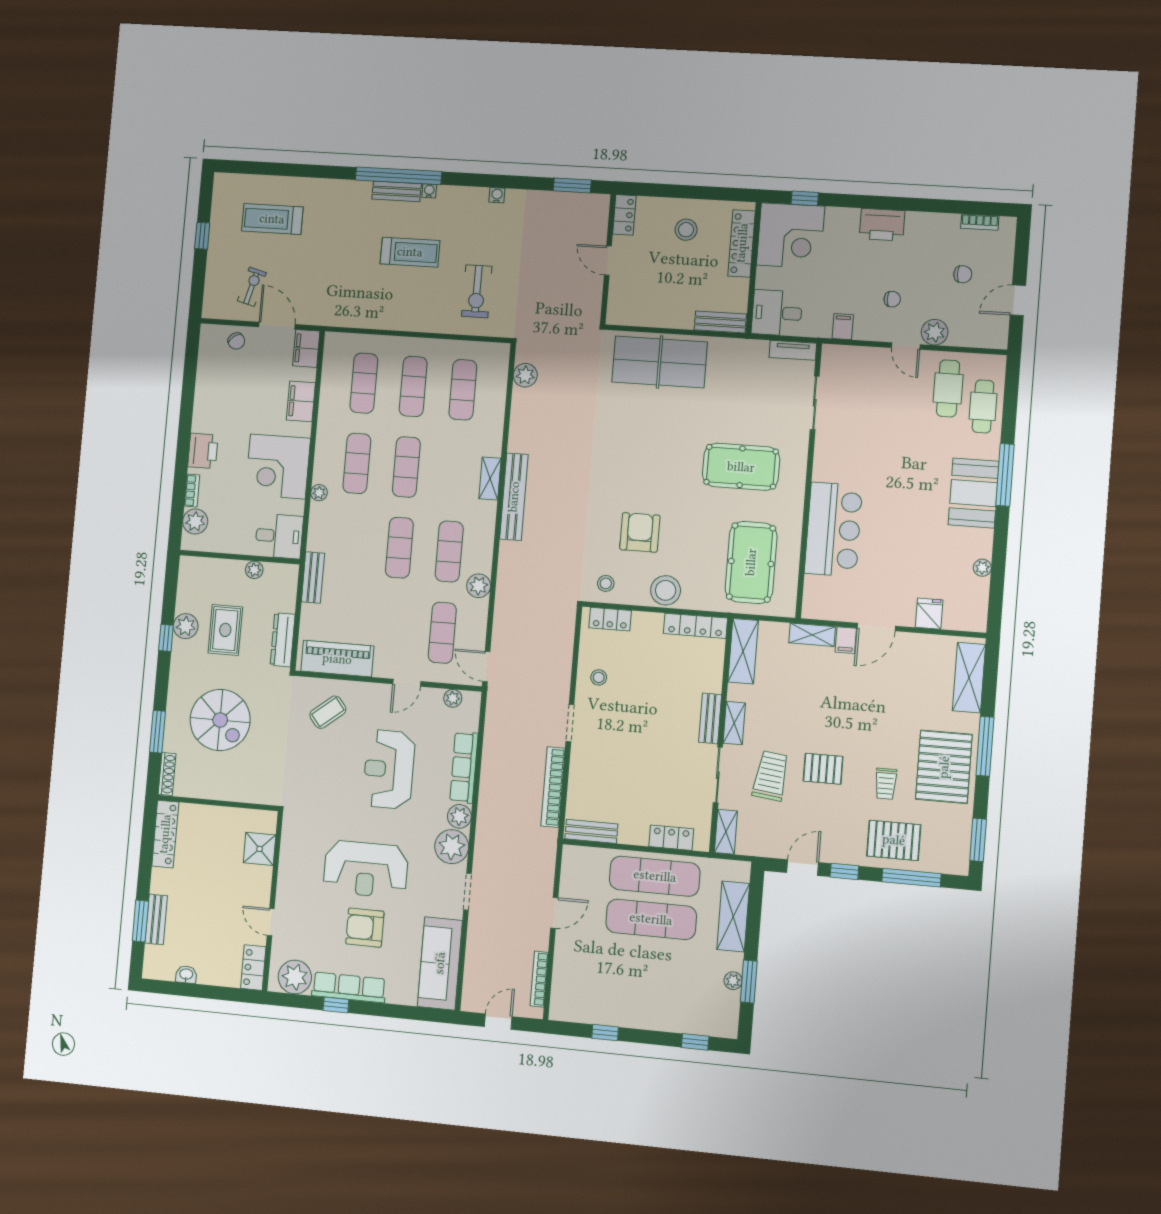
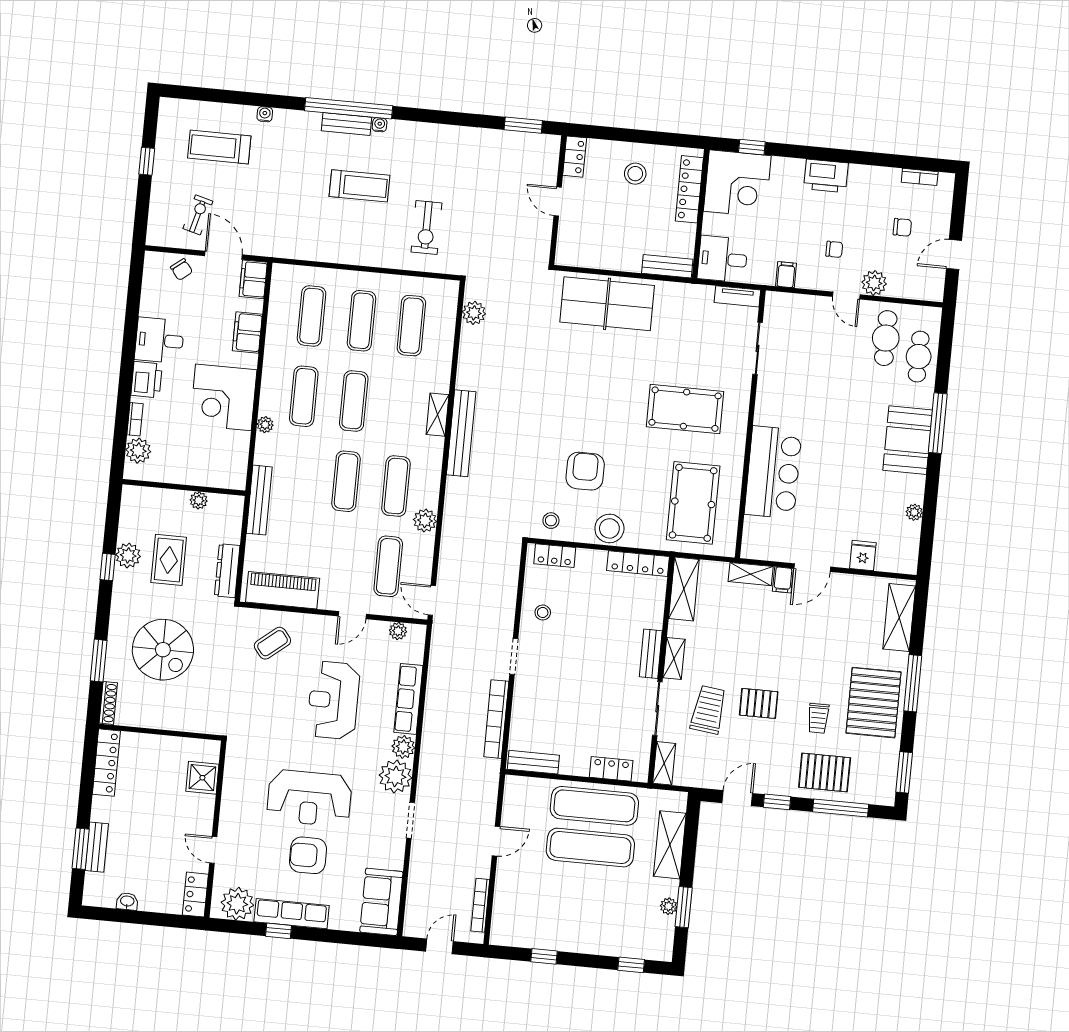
water cooler: (497, 195) -> (265, 114), moved
desk: (279, 536) -> (159, 340), moved, turned 180
bench: (313, 578) -> (259, 500), width x1.36
sofa: (440, 963) -> (381, 902), width x0.73

